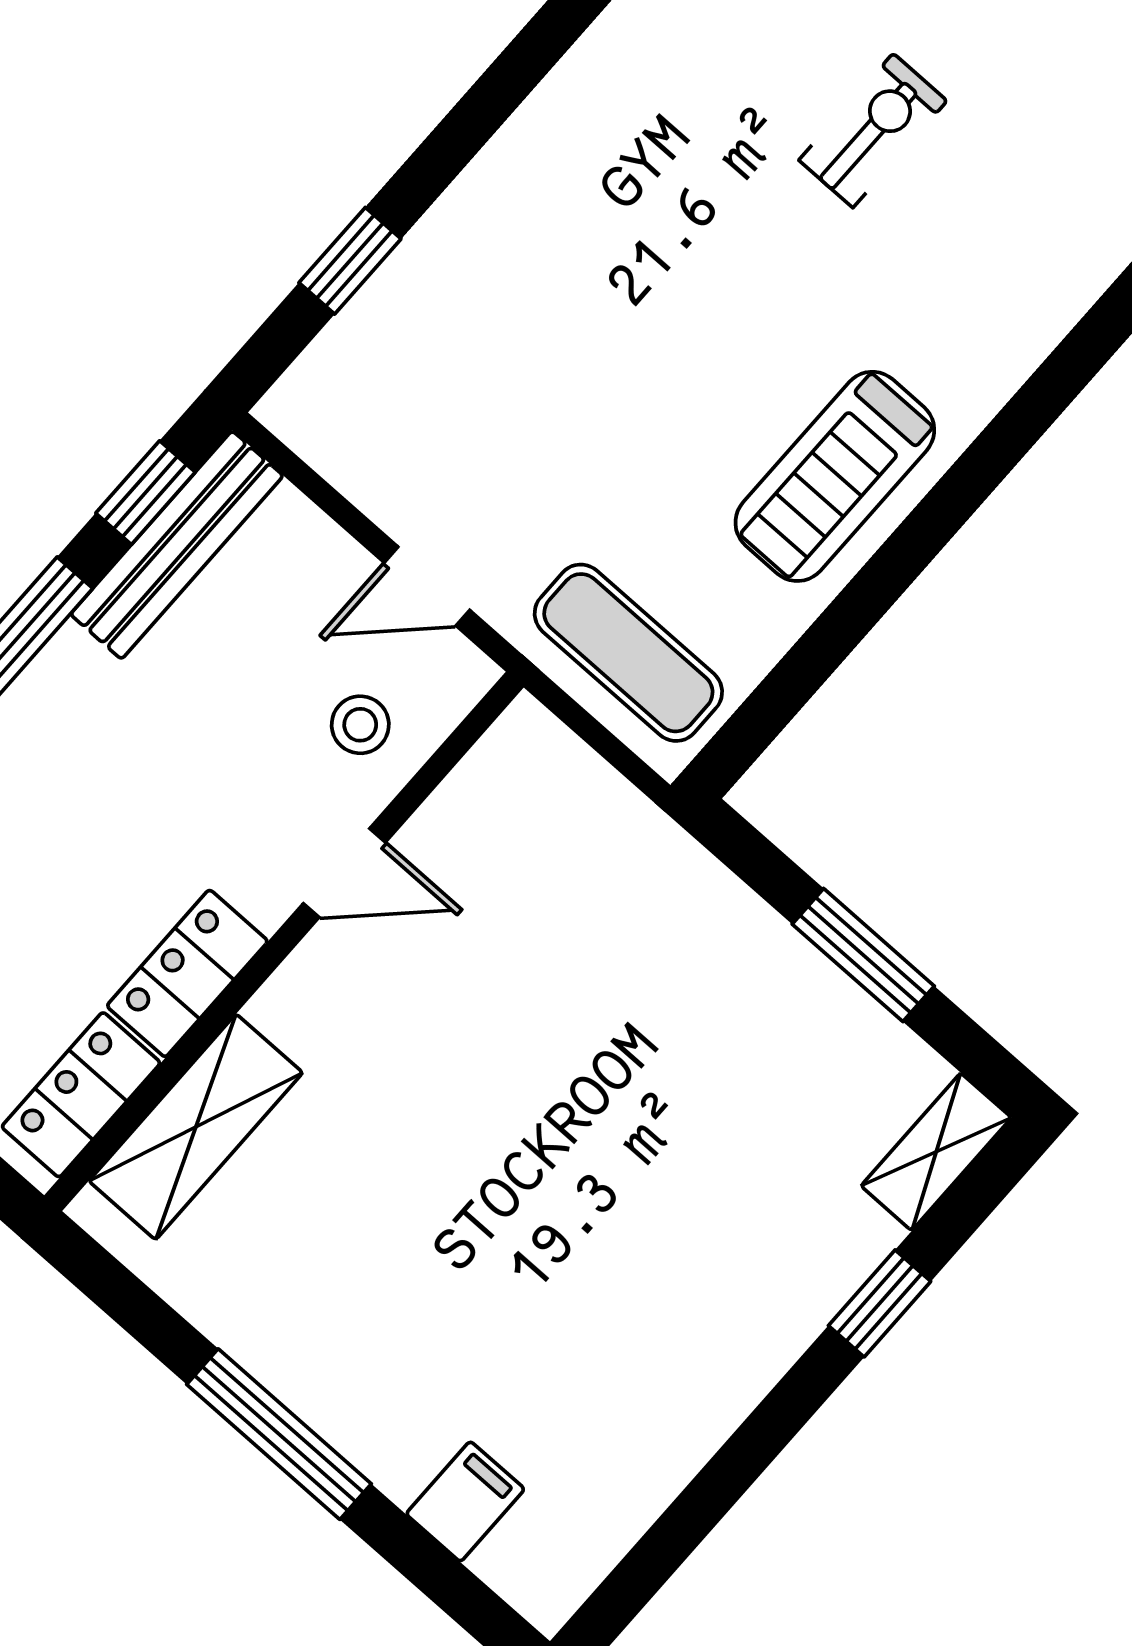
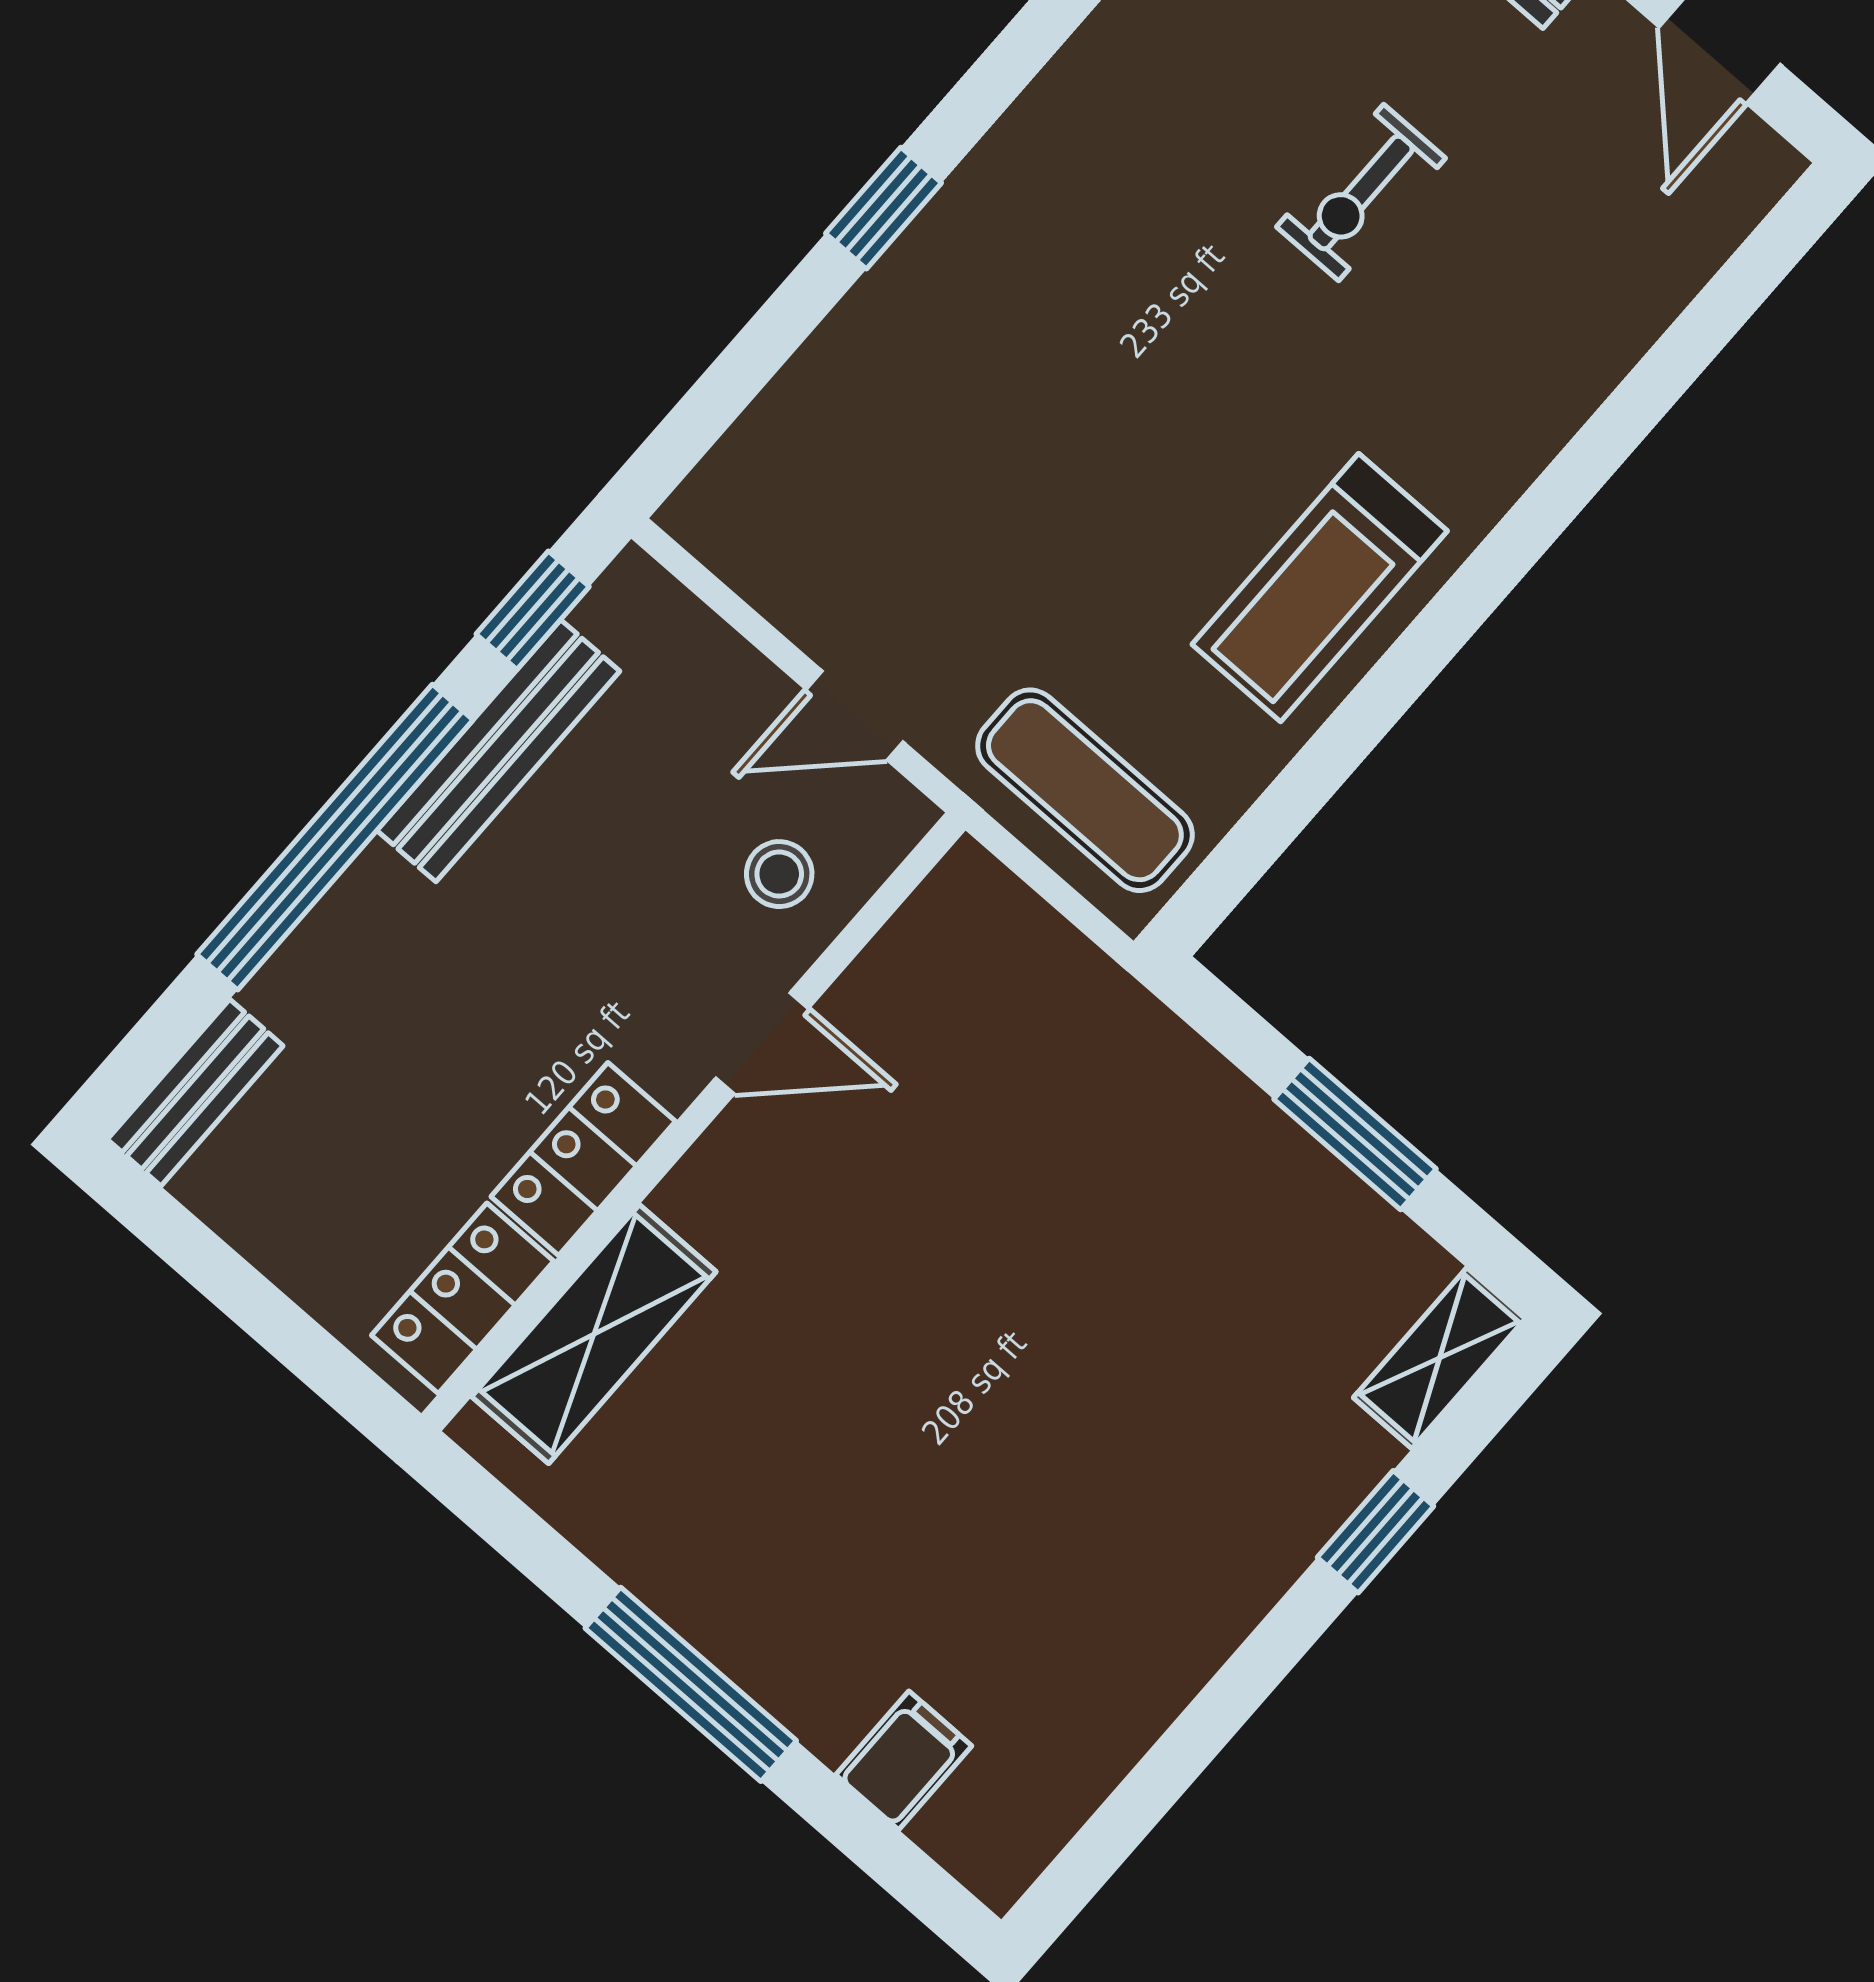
exercise bike: (873, 130) -> (1361, 192), turned 180
window: (350, 261) -> (884, 208), moved
bench: (177, 545) -> (498, 751), moved

